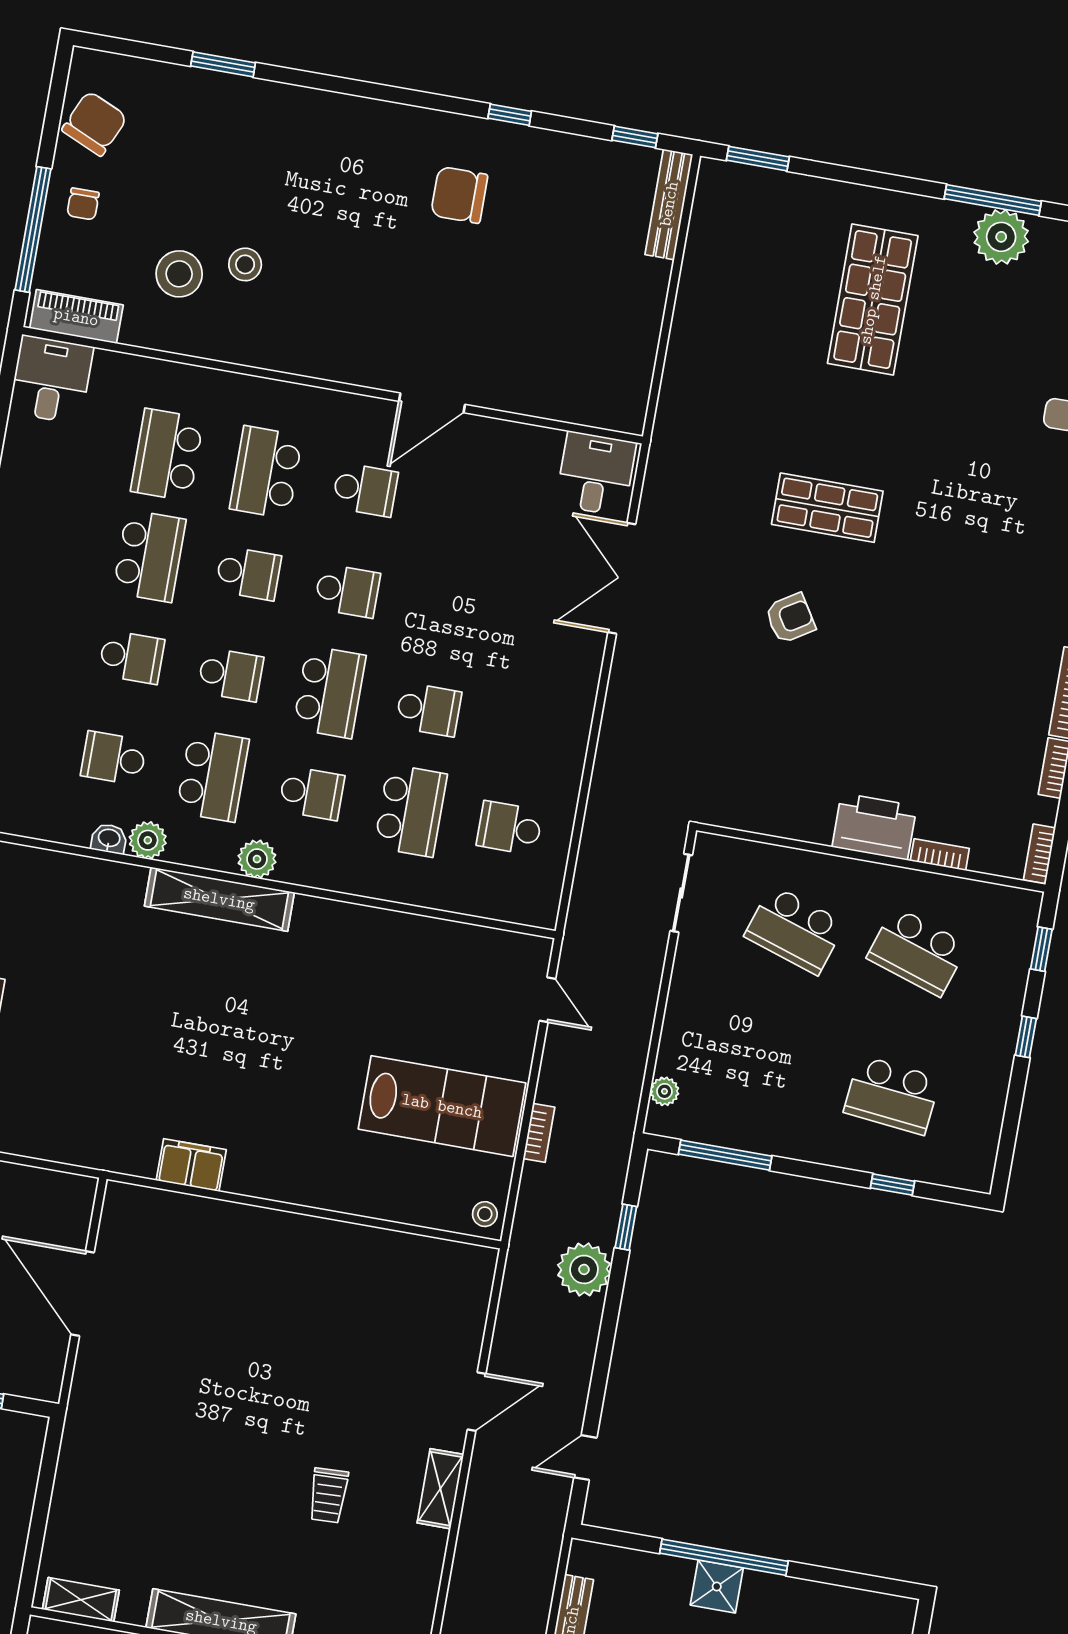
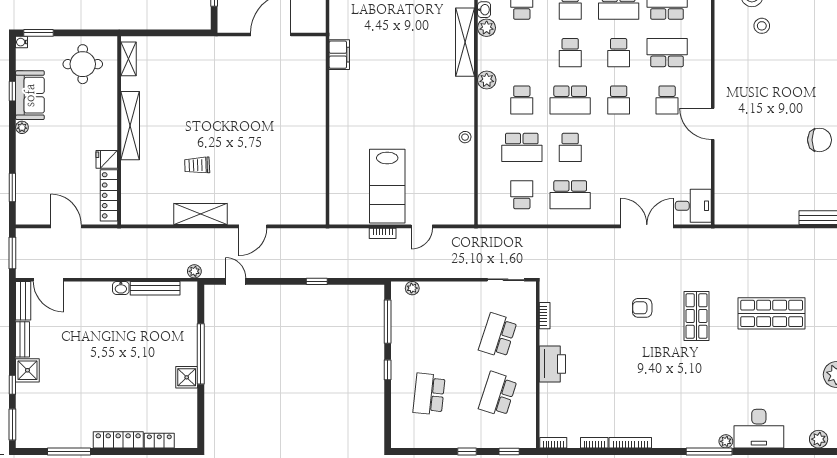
chair: (459, 195) -> (820, 140), moved, turned 90
shop shelf: (873, 300) -> (772, 313), moved
armchair: (790, 618) -> (642, 308), turned 122
school desk: (213, 776) -> (570, 195), moved
bookcase: (940, 855) -> (545, 316), moved
shelving: (219, 899) -> (465, 42), moved
door: (547, 1000) -> (422, 226), moved
filing cabinet: (191, 1165) -> (339, 55), moved
window: (893, 1185) -> (388, 370), moved
stool: (485, 1214) -> (465, 137), moved
window: (626, 1227) -> (317, 281), moved
plant: (584, 1269) -> (194, 271), moved, width x0.53, depth x0.53
door: (477, 1402) -> (253, 226), hinge flipped
shelving: (440, 1489) -> (201, 214), width x1.50, depth x1.33
shower: (717, 1586) -> (187, 377), moved

